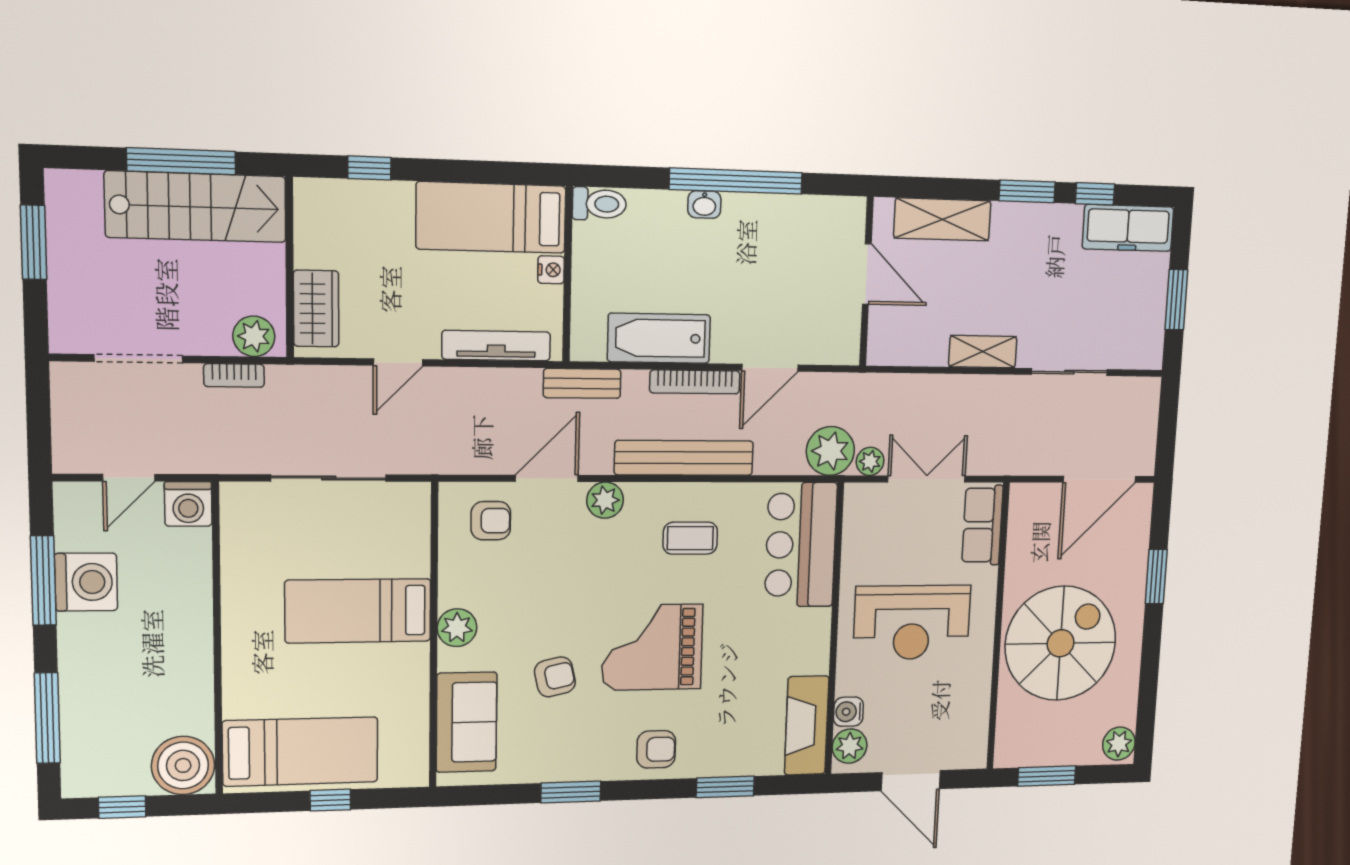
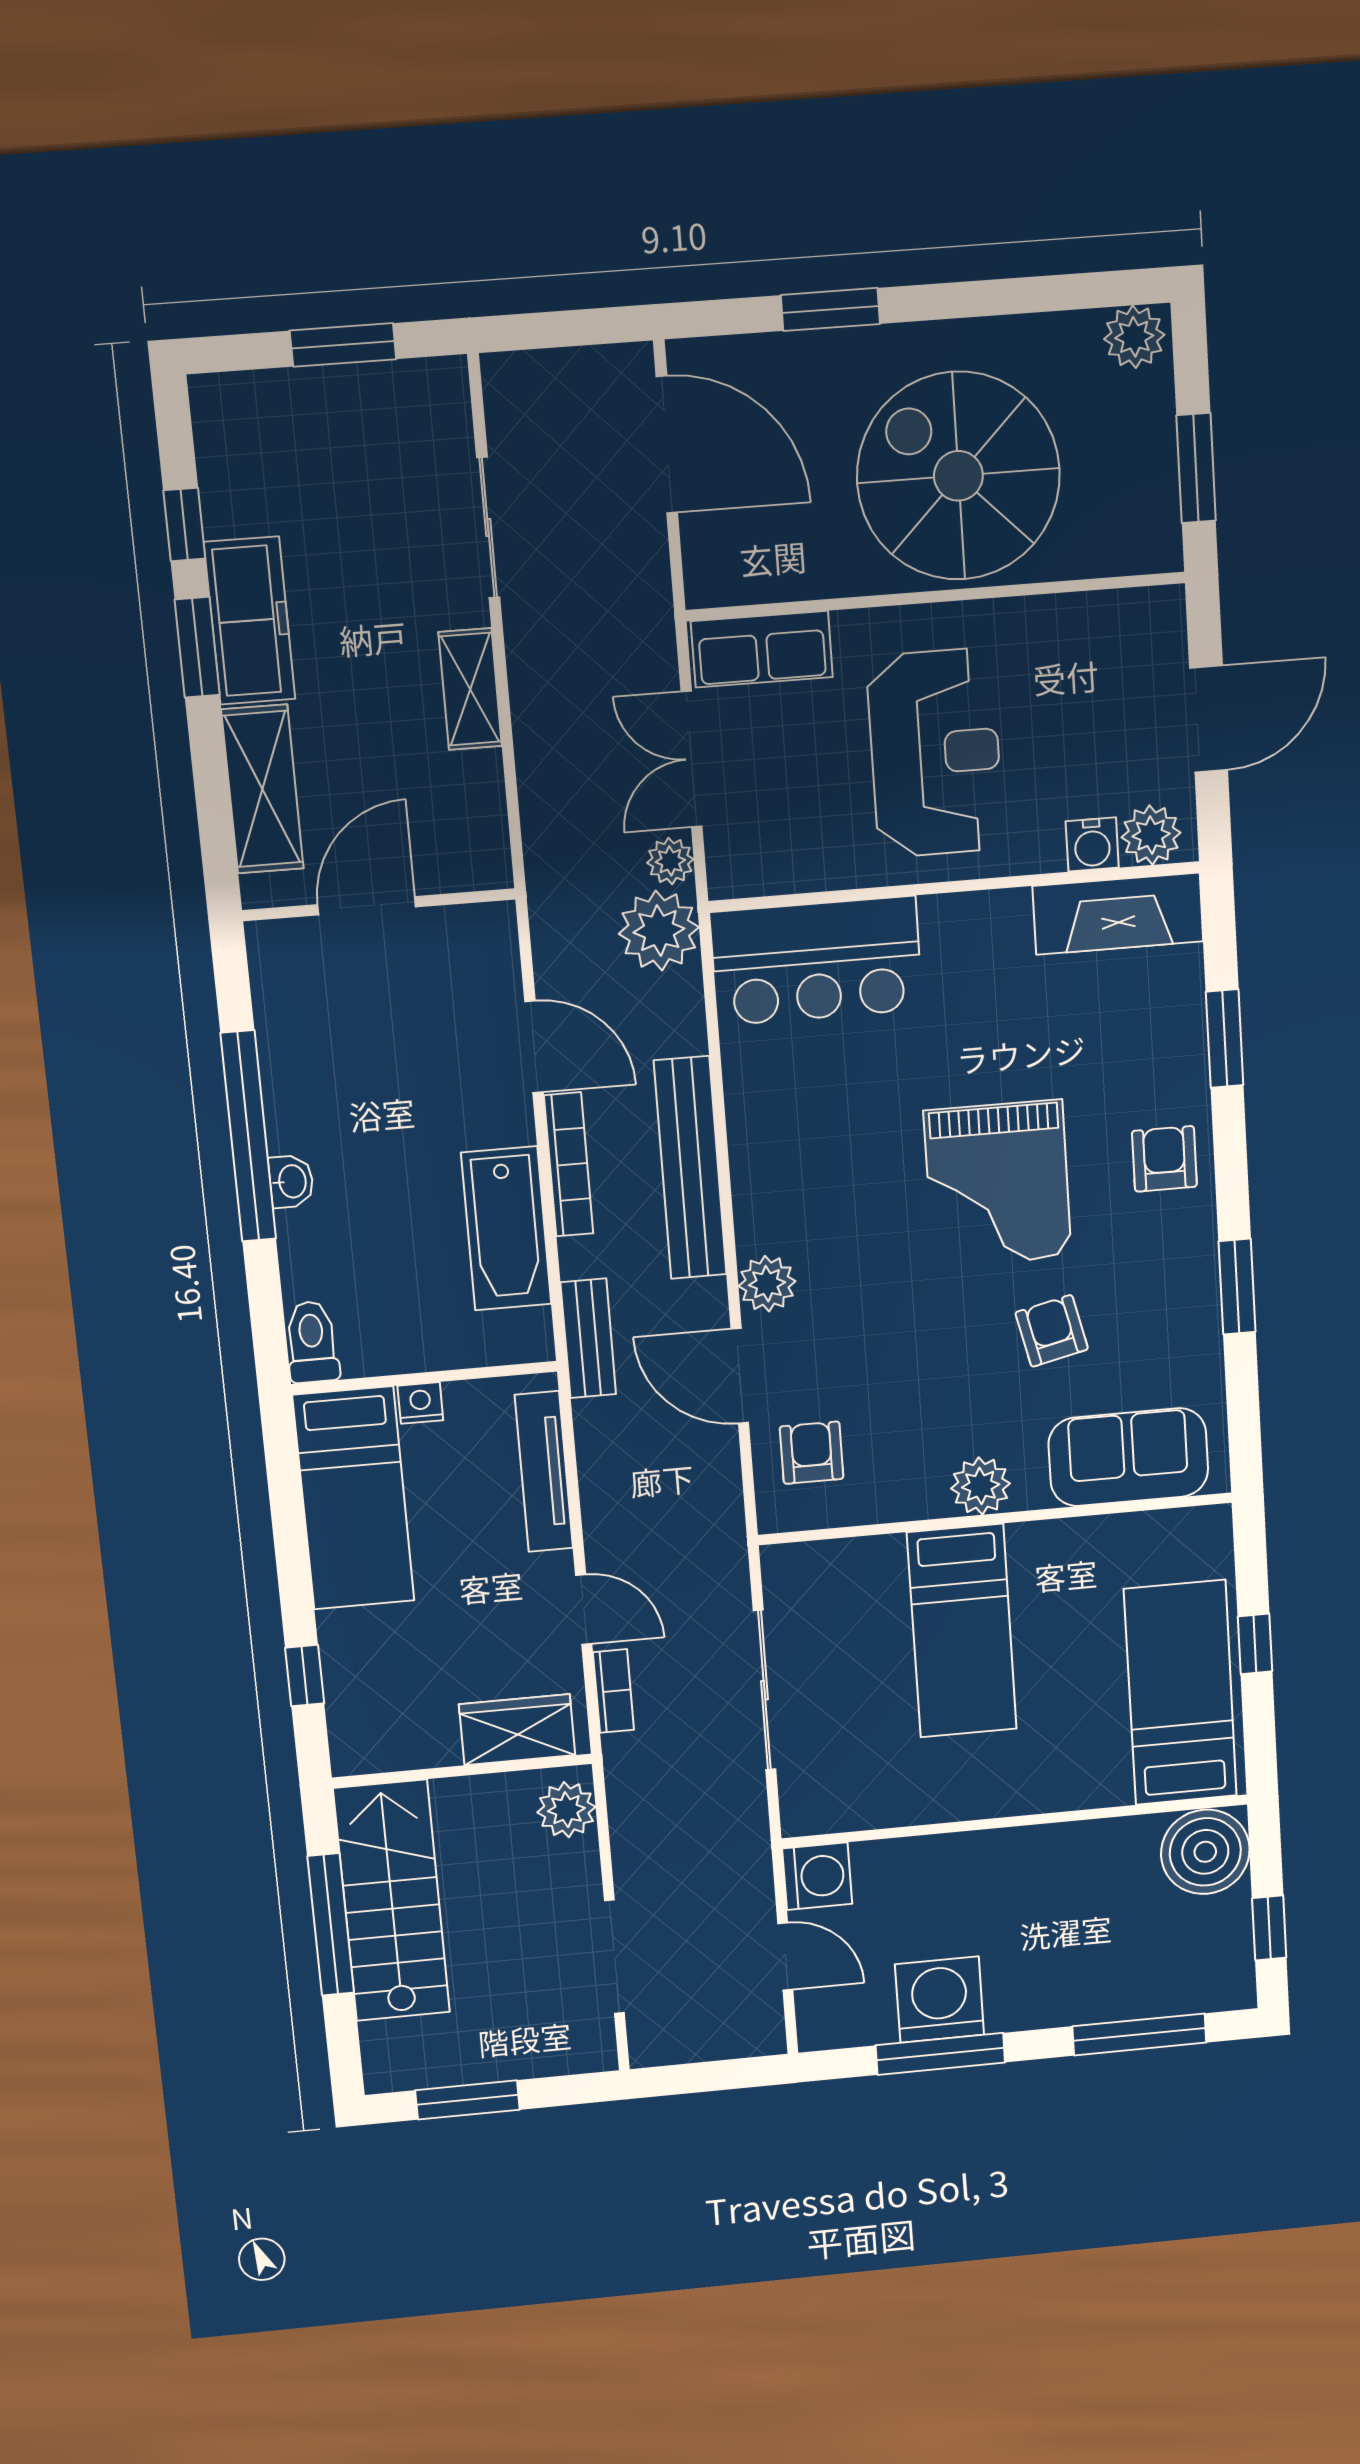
freezer: (1128, 228) -> (250, 621), moved
bookcase: (234, 375) -> (613, 1691), moved
coffee table: (690, 538) -> (818, 1143), removed

